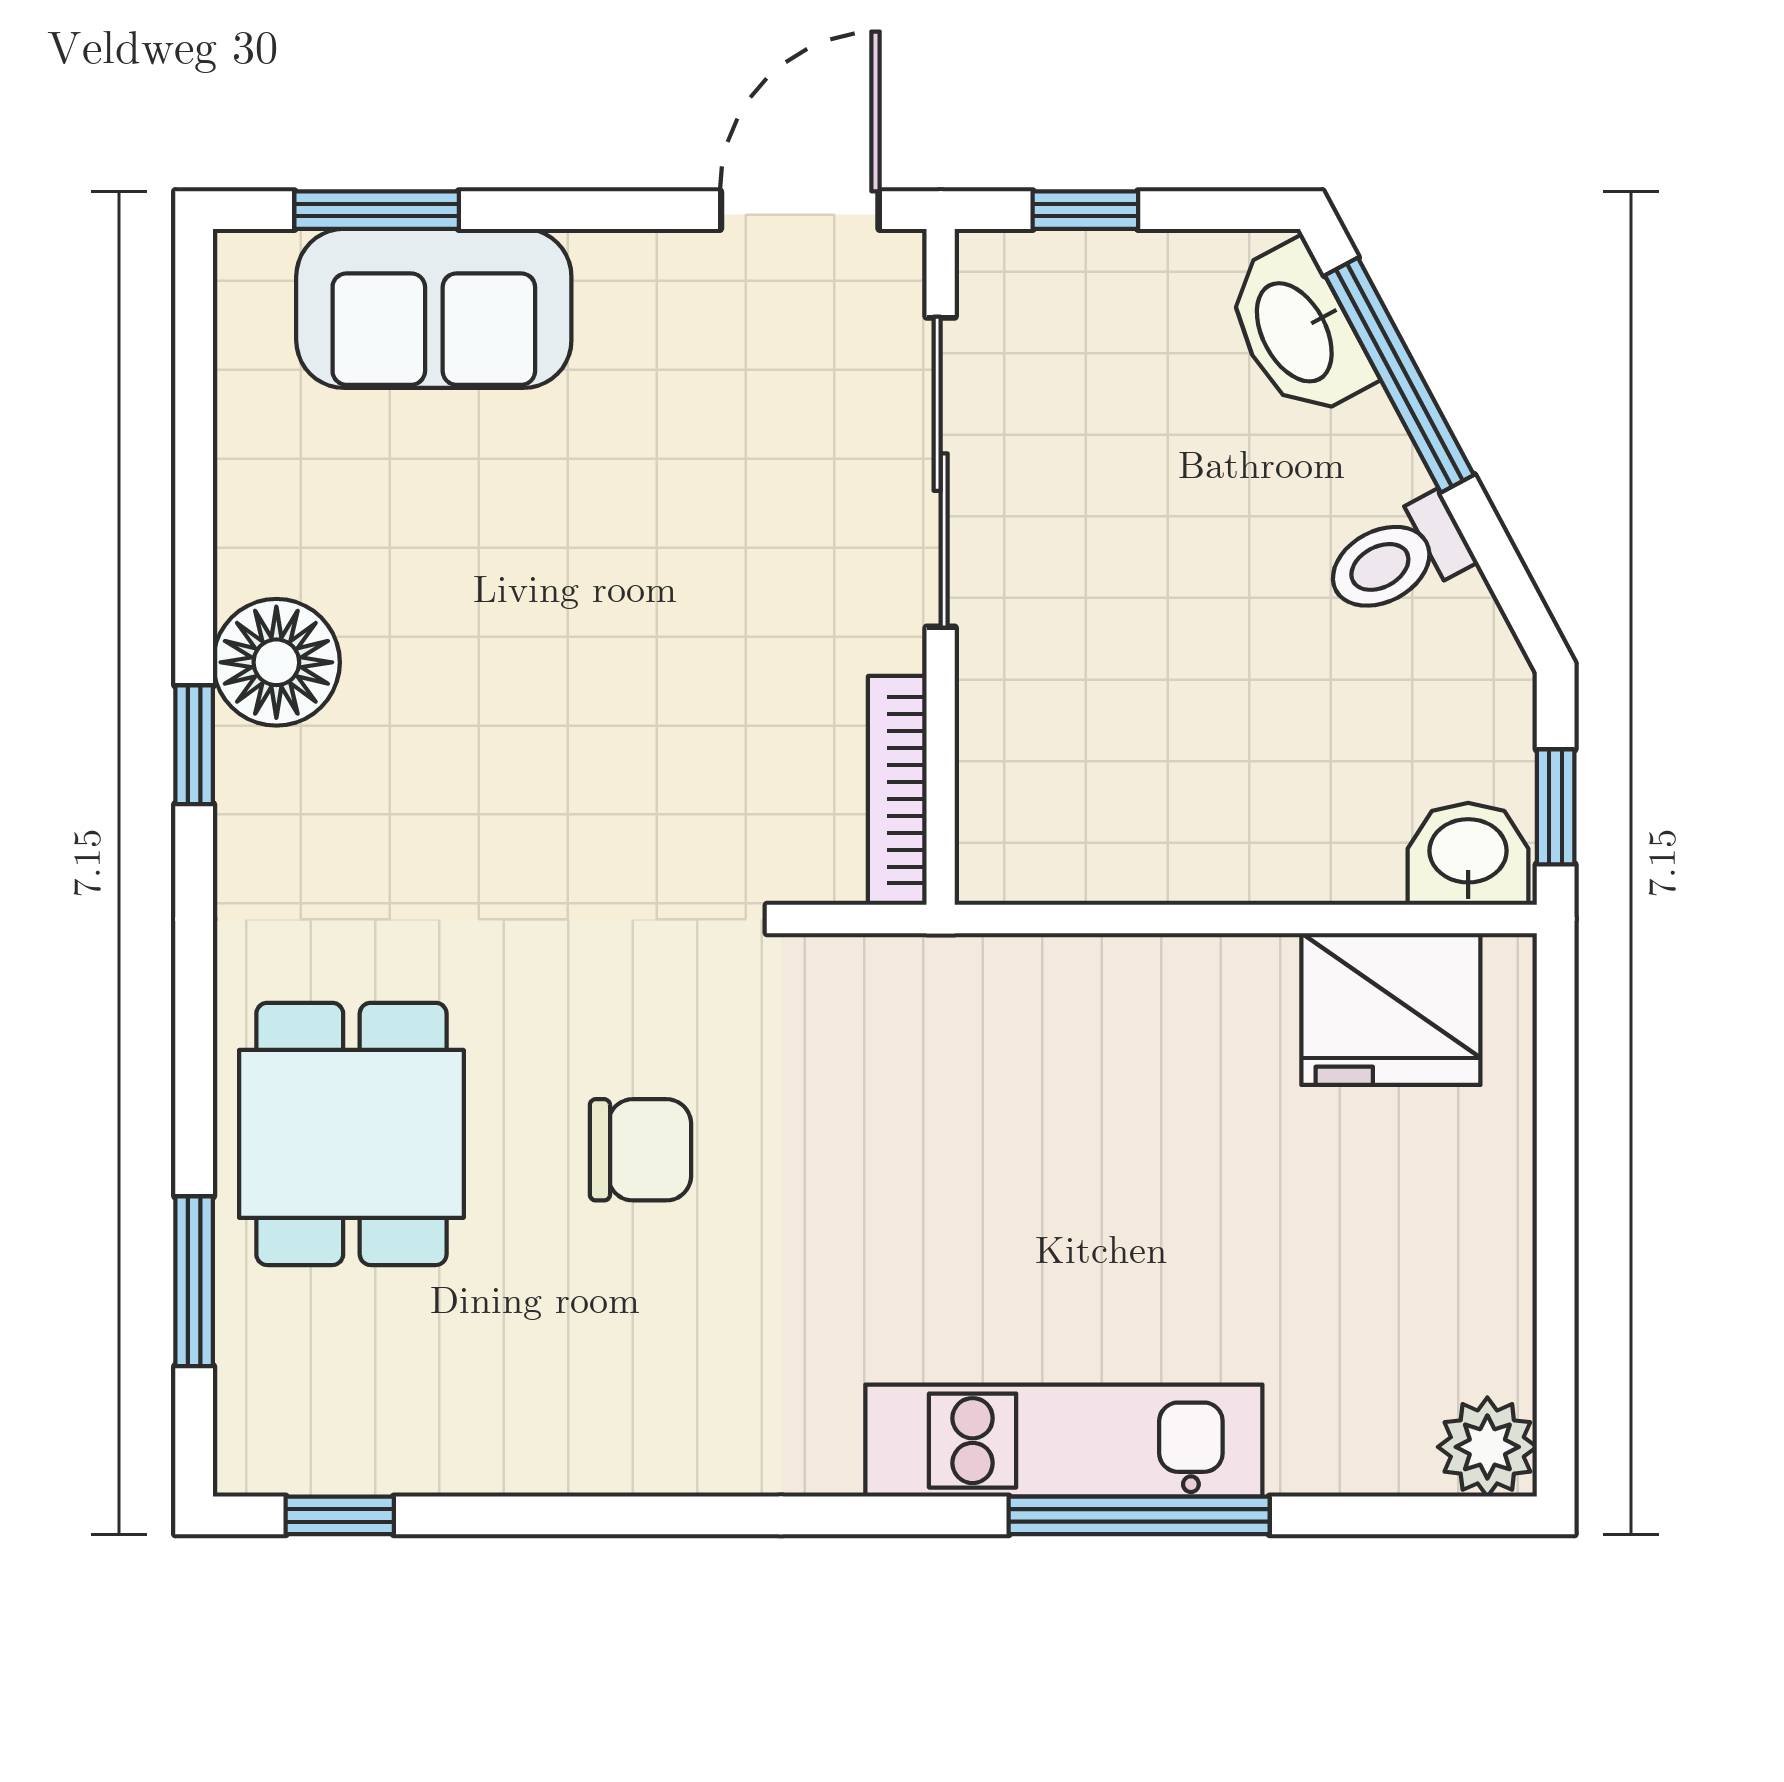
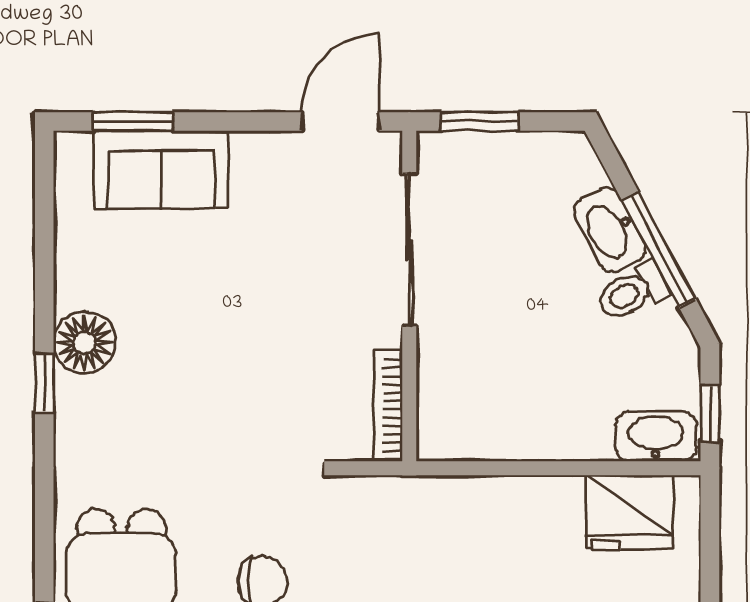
window: (1085, 210) -> (480, 122), width x1.50
washbasin: (1297, 331) -> (610, 230), moved
window: (1399, 375) -> (659, 250), moved
washbasin: (1468, 854) -> (656, 436), width x1.38

